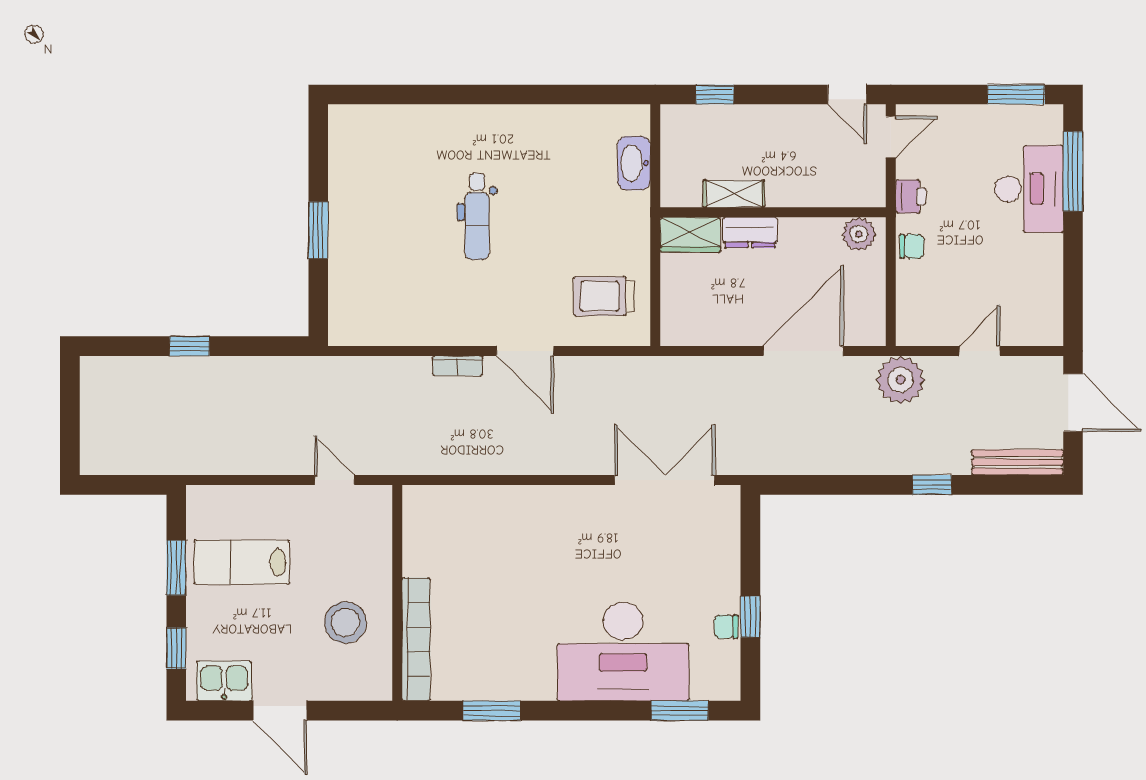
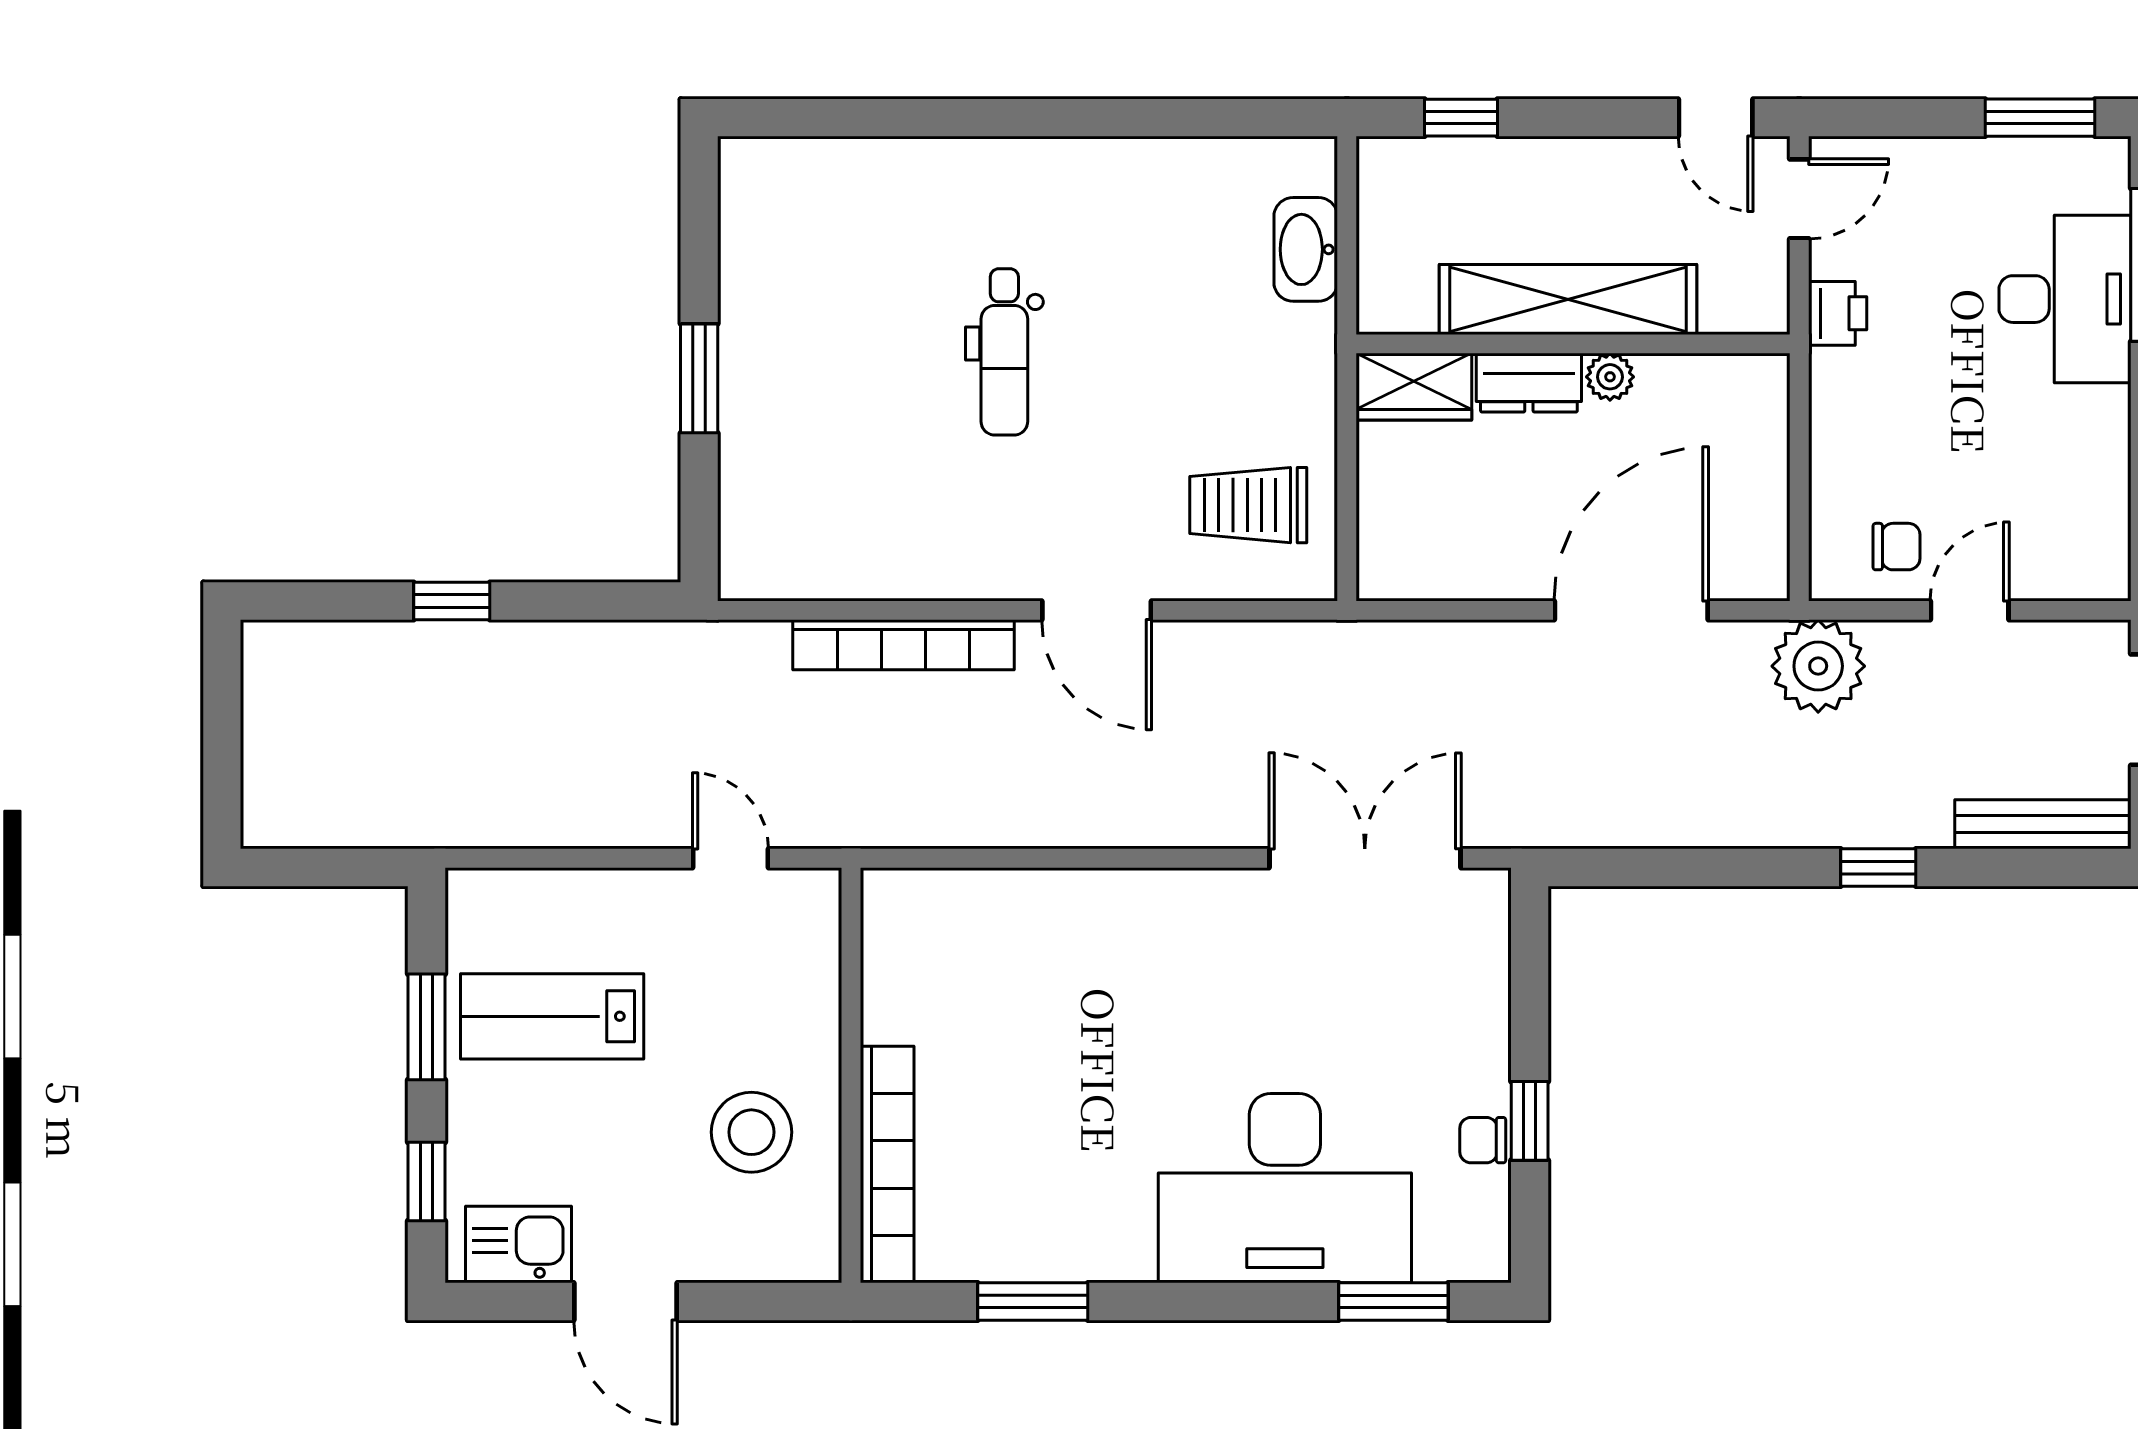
shelving: (734, 194) -> (1568, 299), width x2.20, depth x1.33
plant: (859, 234) -> (1610, 377), moved, width x0.73, depth x0.73
chair: (912, 246) -> (1896, 547), moved
bookcase: (457, 366) -> (904, 645), width x2.31, depth x1.31

